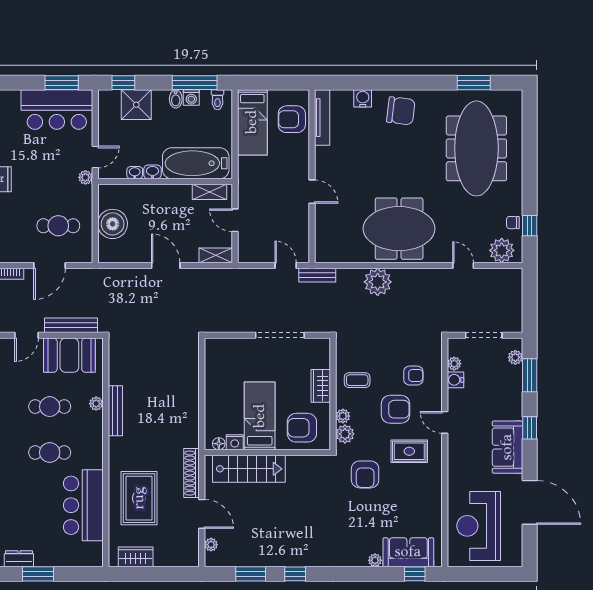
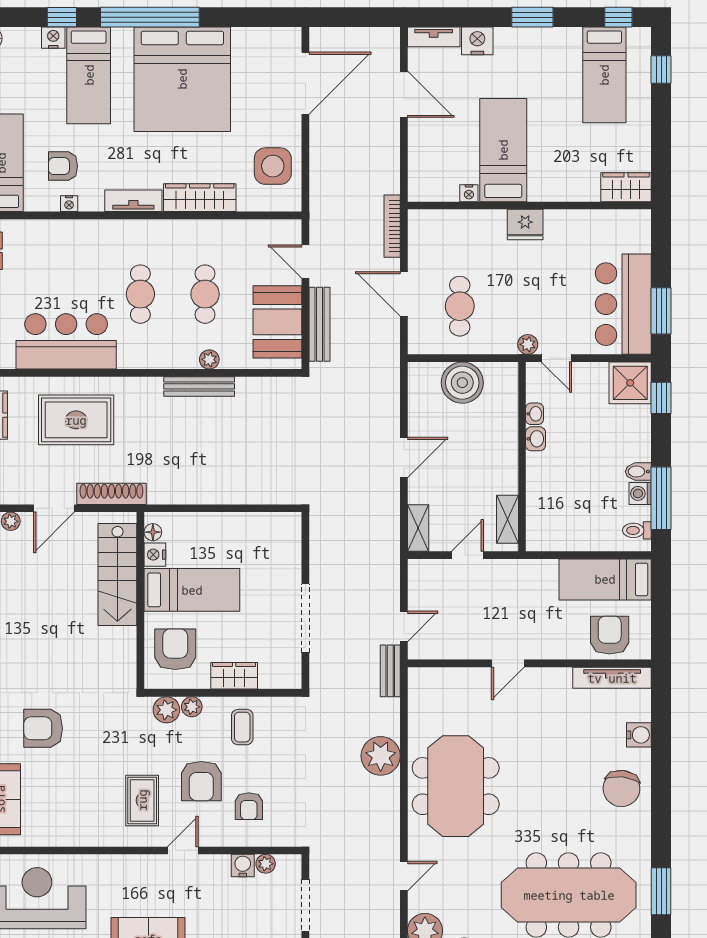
shower: (136, 105) -> (630, 383), moved
bathtub: (196, 163) -> (548, 500), removed
armchair: (365, 474) -> (43, 728), moved

